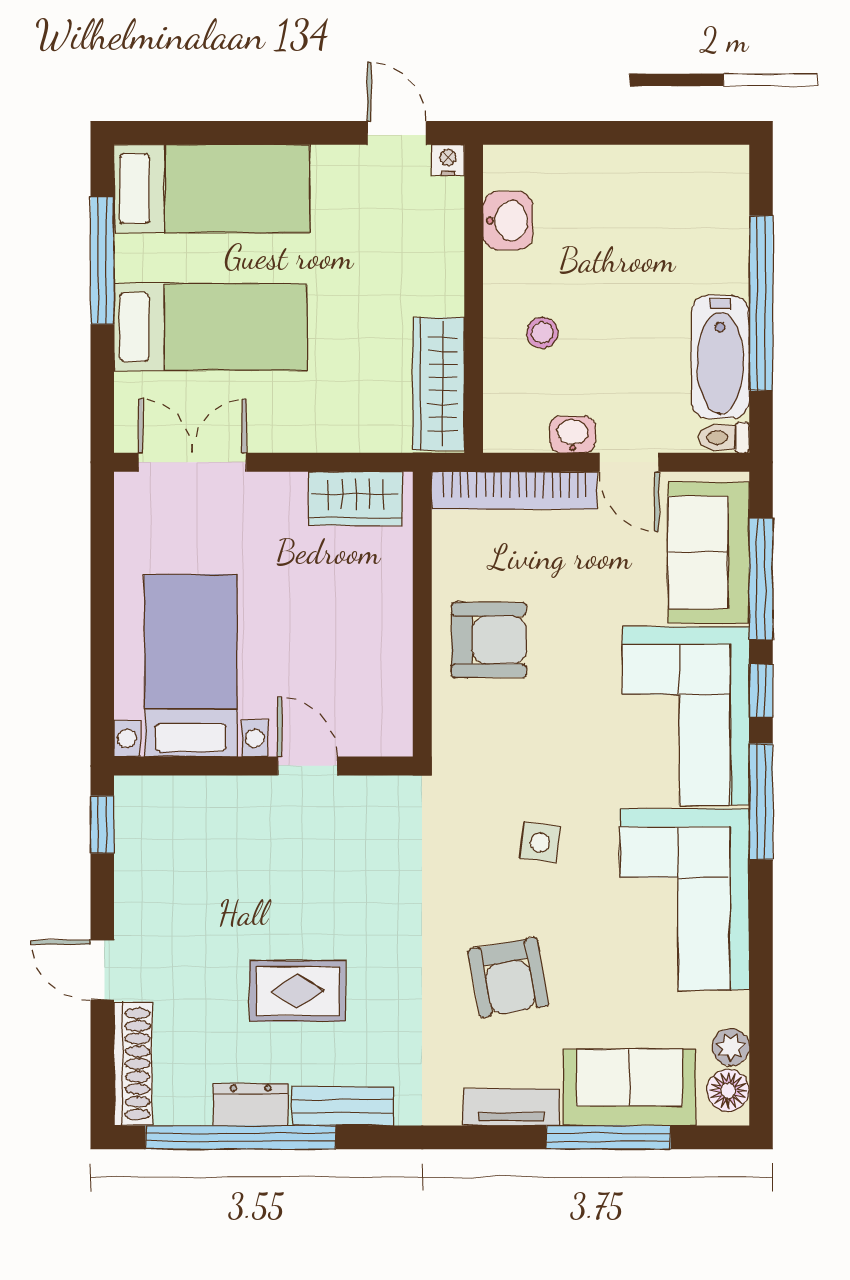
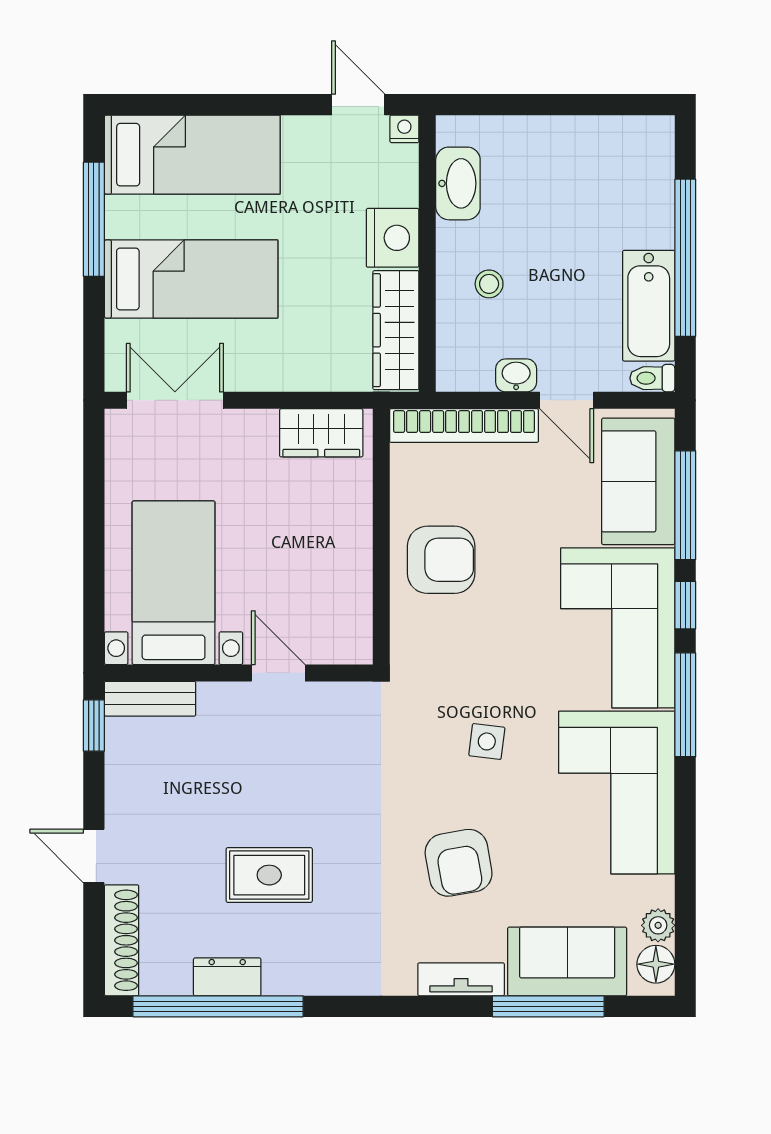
washbasin: (508, 221) -> (458, 183), width x1.38
nightstand: (435, 281) -> (393, 238), added
bench: (343, 1106) -> (150, 699), moved

